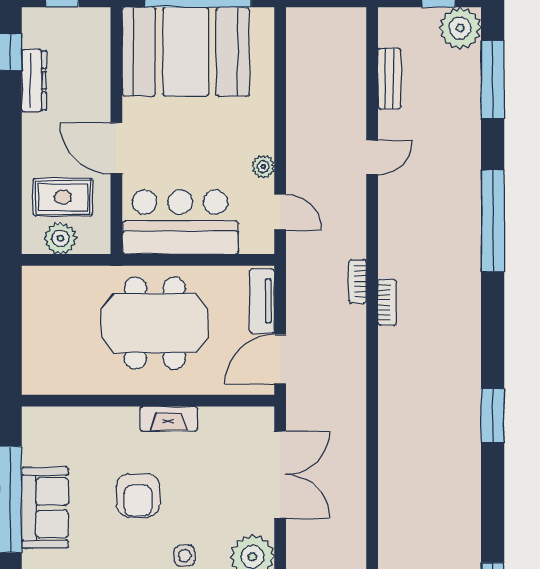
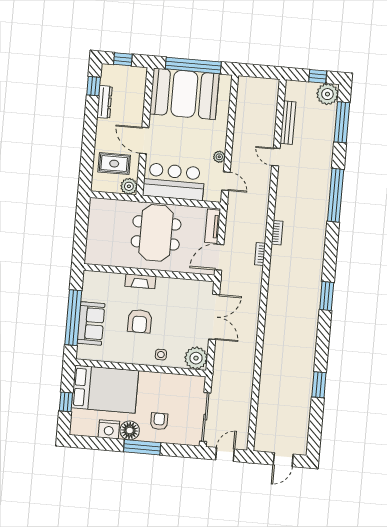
bench: (389, 78) -> (288, 123), width x1.36
door: (372, 157) -> (276, 157), swing flipped
plant: (60, 238) -> (129, 186), moved
bookcase: (358, 281) -> (260, 254), moved
meeting table: (155, 323) -> (156, 233), turned 90
fireplace: (169, 419) -> (140, 281), moved

